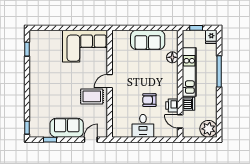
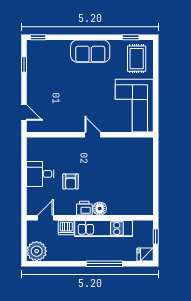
sofa: (148, 40) -> (141, 179), removed
floor lamp: (172, 57) -> (100, 209), moved
rug: (92, 96) -> (137, 59), moved
armchair: (149, 100) -> (71, 182), turned 180
printer: (172, 106) -> (84, 208), moved
sofa: (67, 128) -> (90, 51), moved, turned 90

